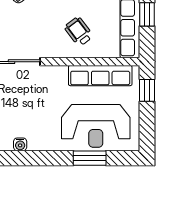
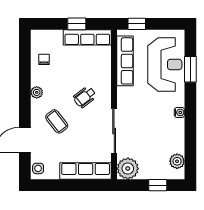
wheelchair: (79, 32) -> (85, 97), moved
water cooler: (20, 144) -> (179, 112), moved

